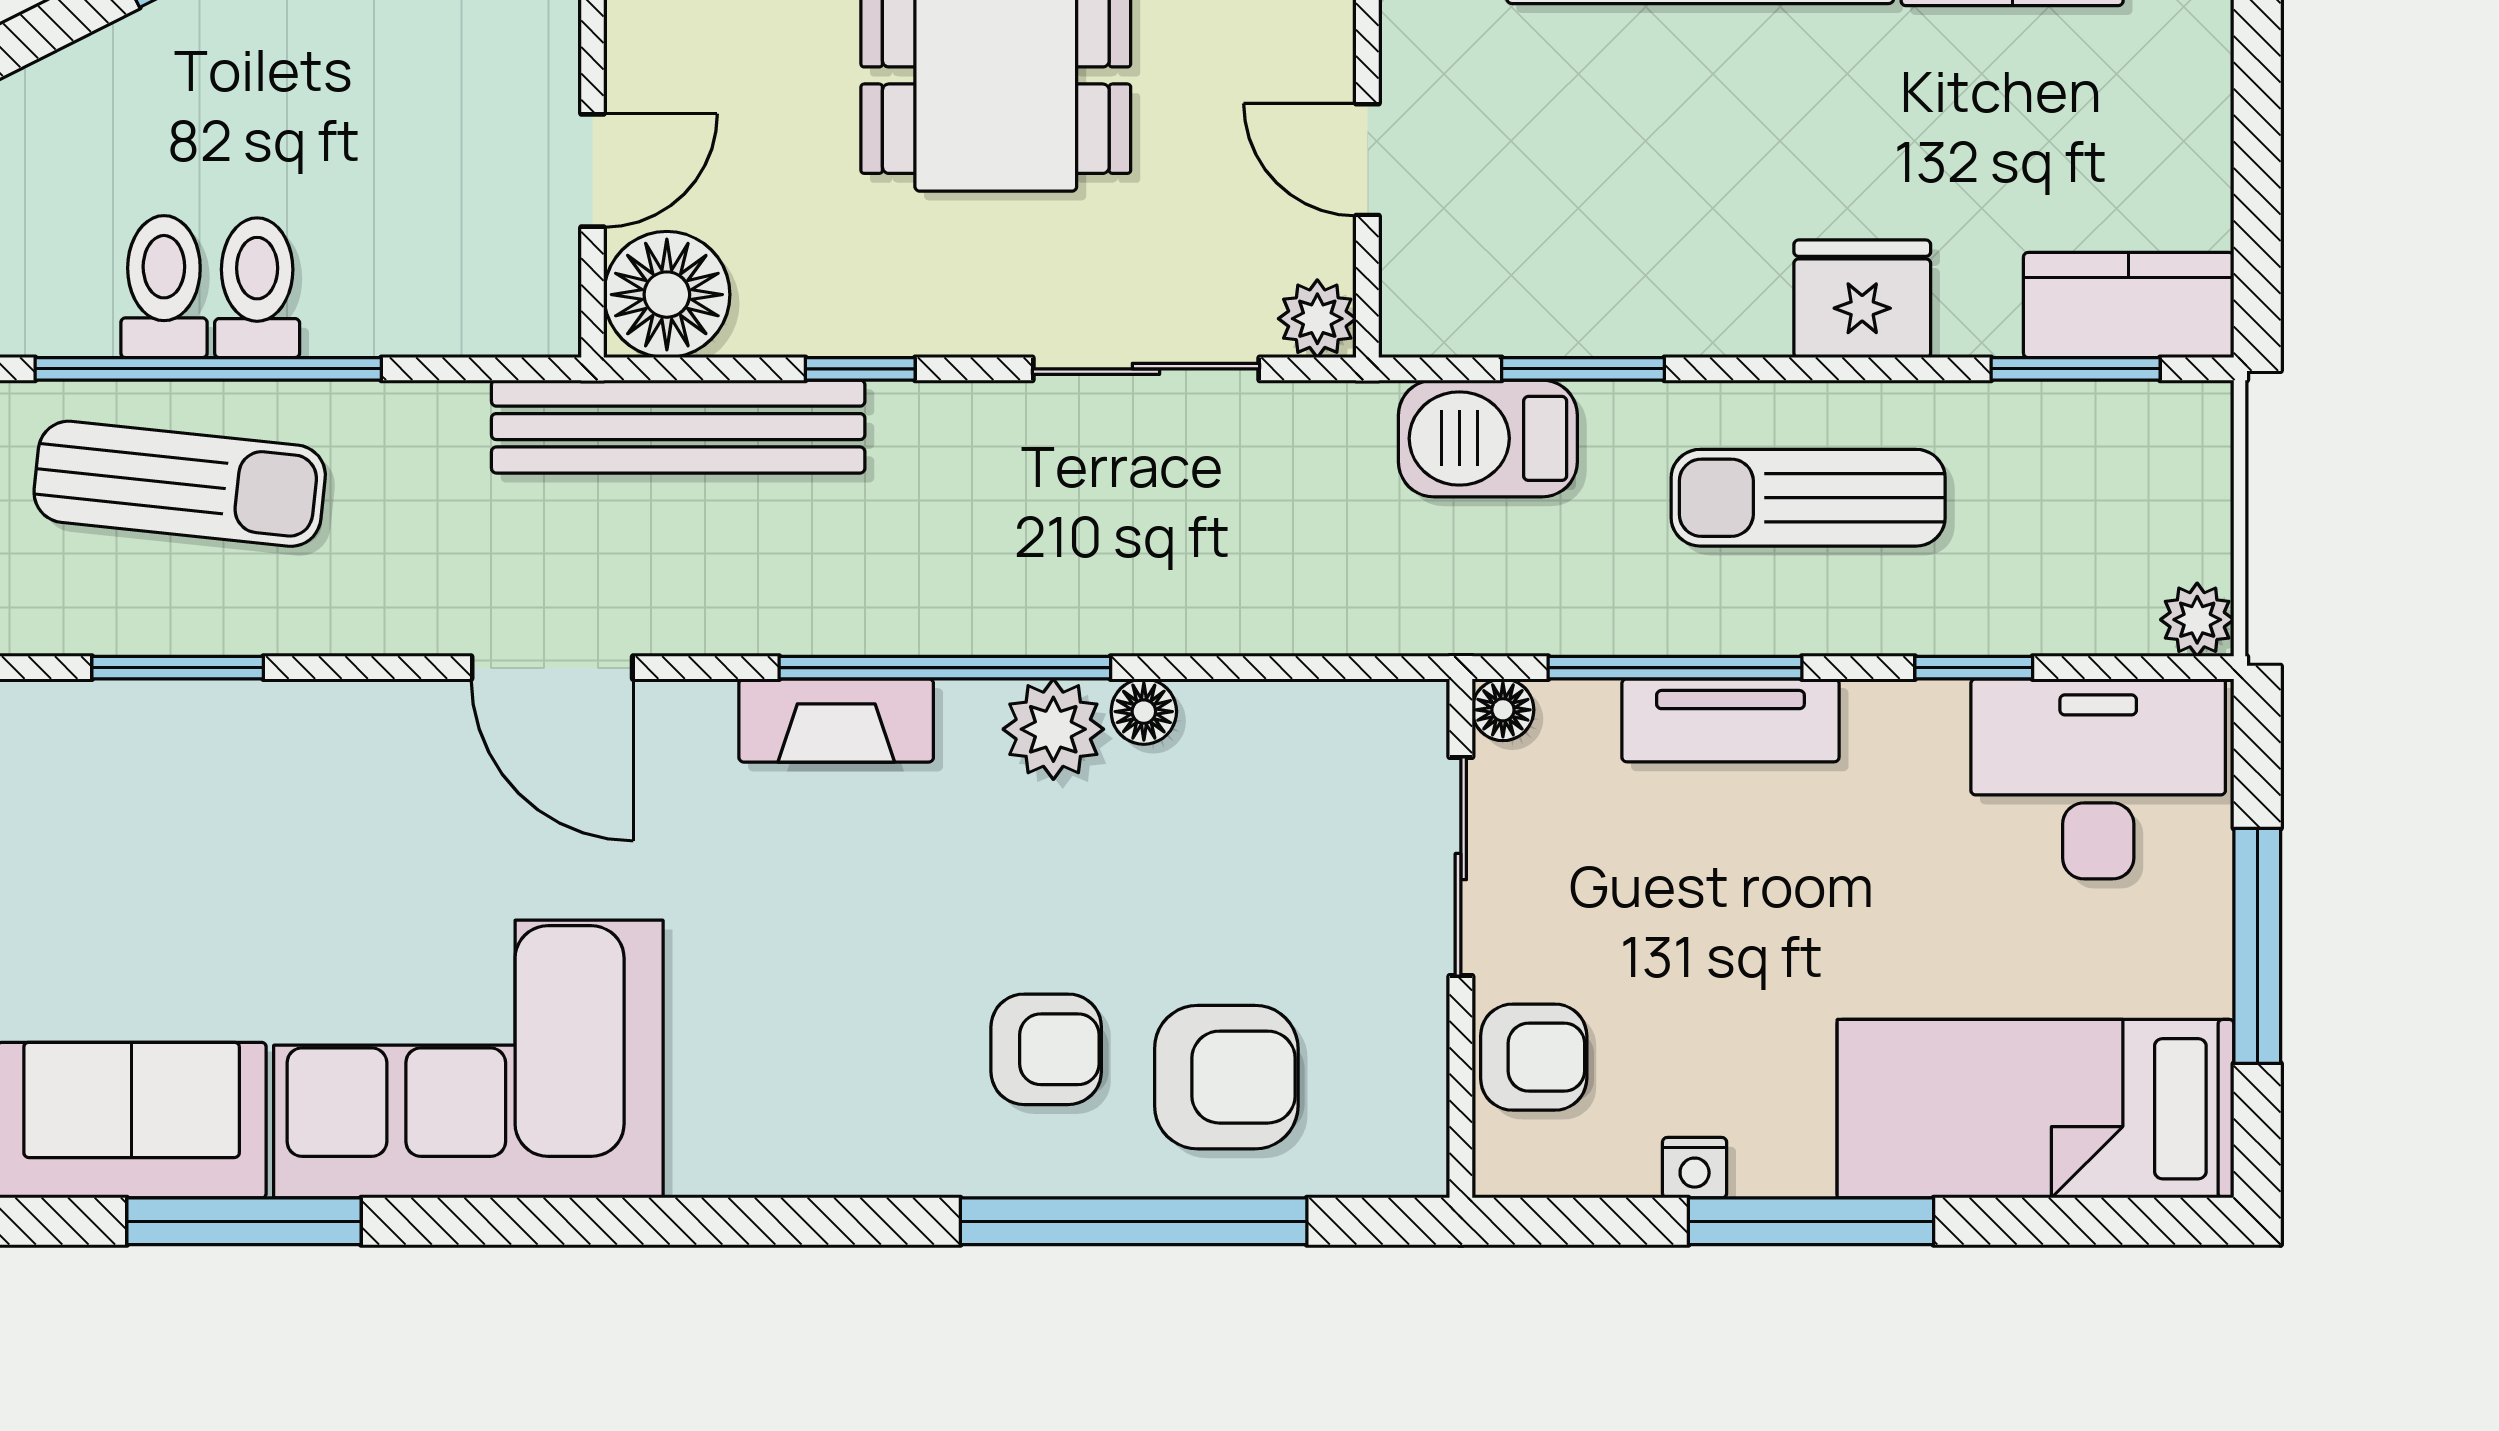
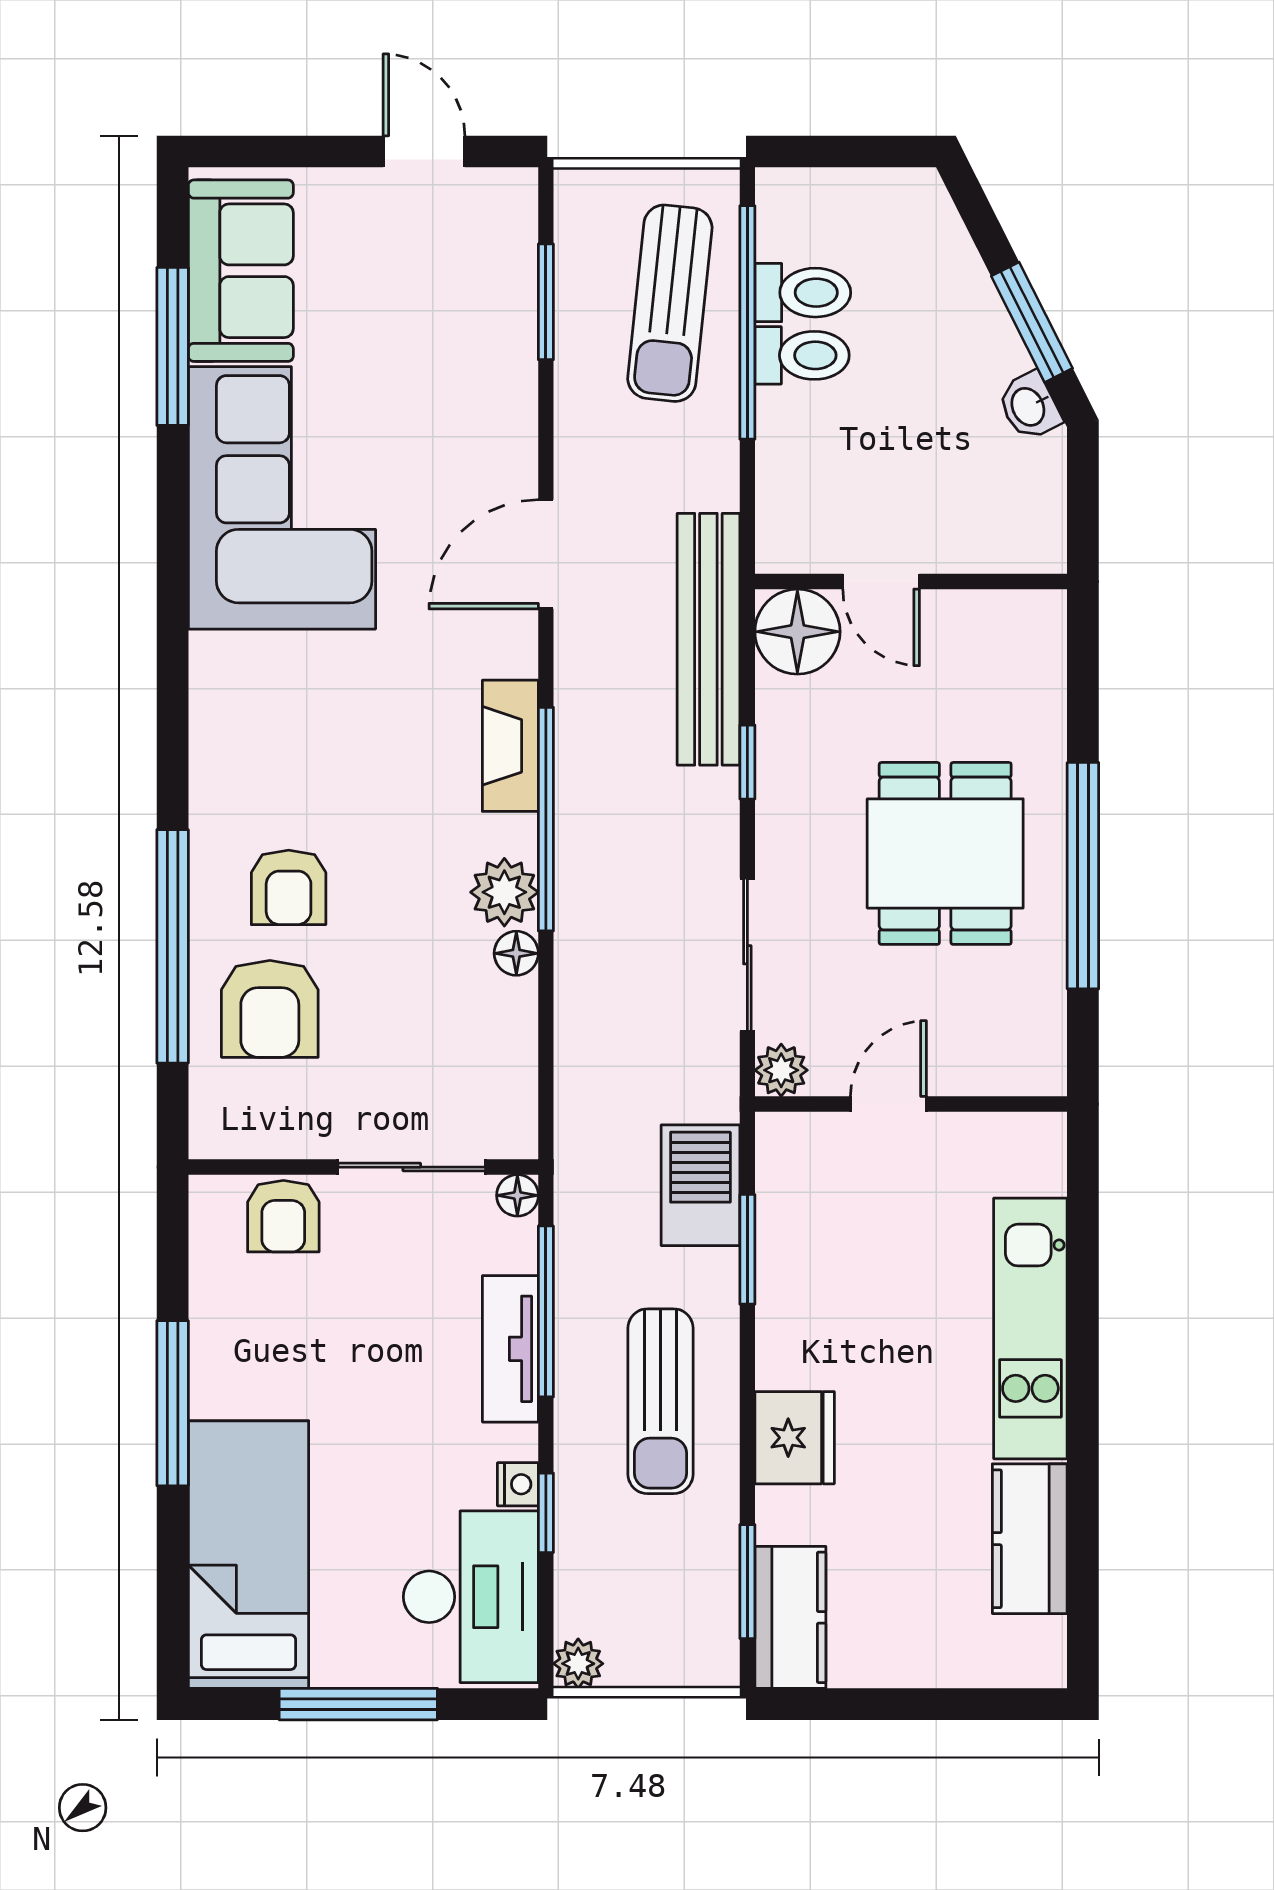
sun lounger: (1808, 498) -> (661, 1401), turned 180
nightstand: (1695, 1168) -> (518, 1484), moved, turned 180

